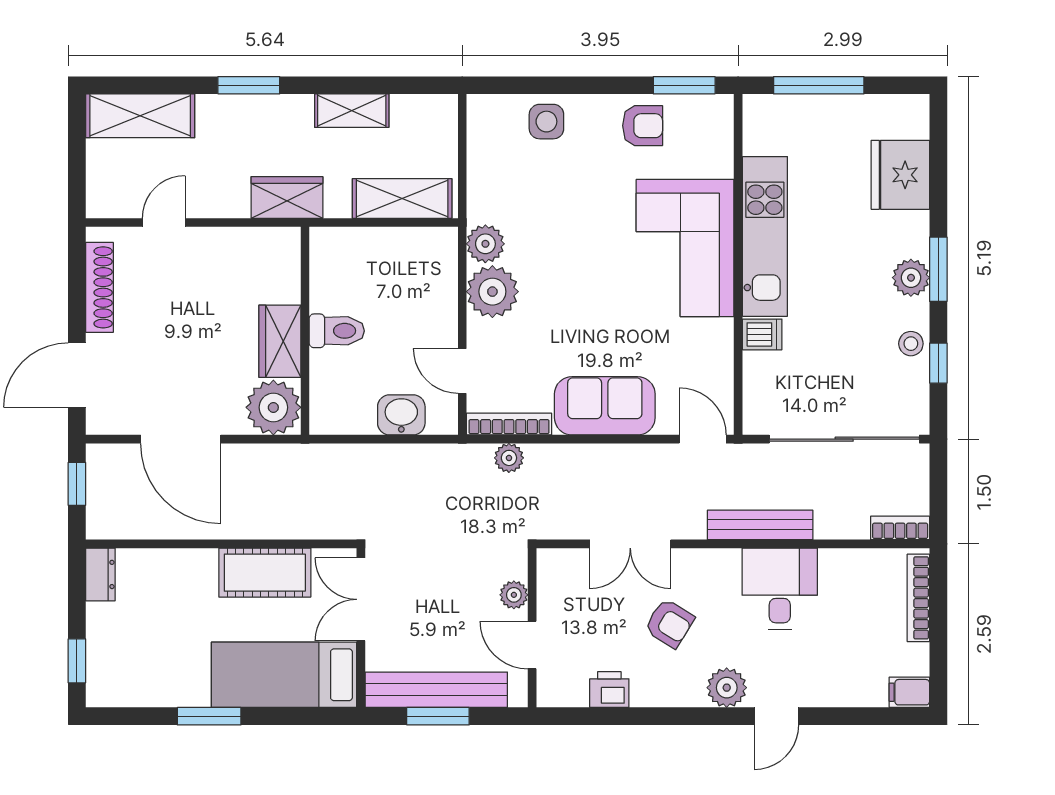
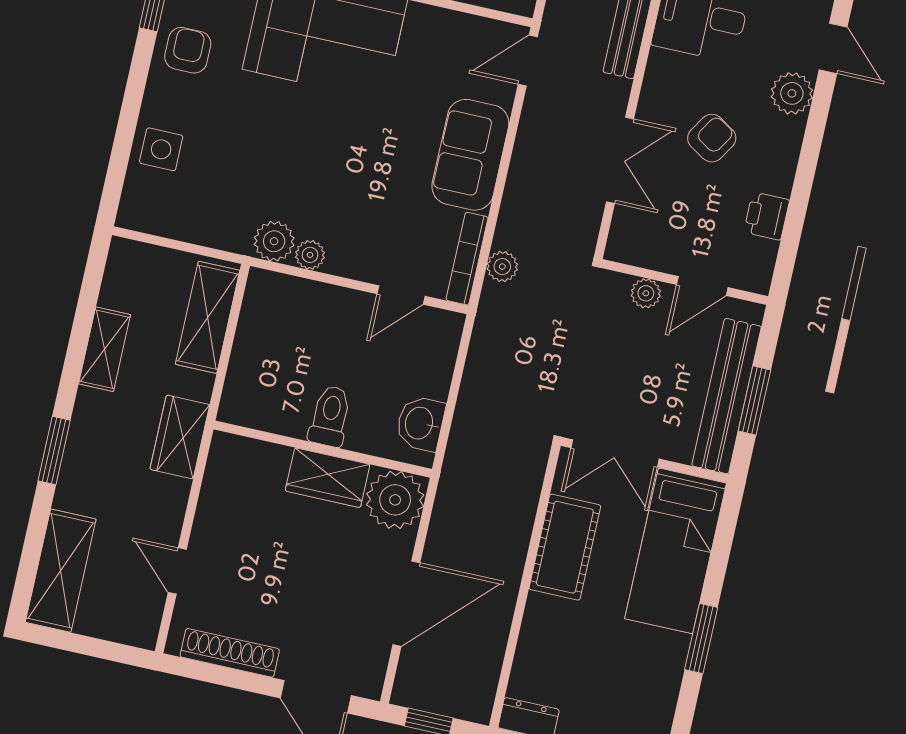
plant: (492, 292) -> (310, 255), width x0.53, depth x0.53
washbasin: (401, 415) -> (420, 423), moved

